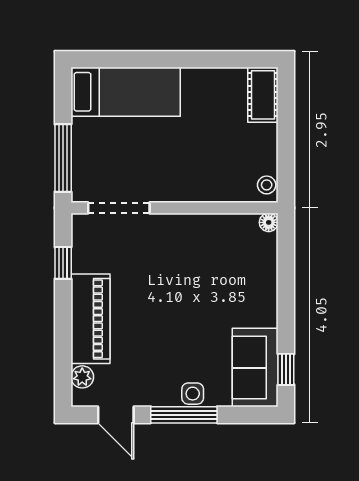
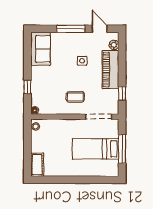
bed: (126, 92) -> (96, 149), moved
window: (63, 158) -> (122, 149), moved
coffee table: (173, 255) -> (75, 97), added
window: (286, 369) -> (27, 87), moved
side table: (193, 394) -> (82, 61), moved

